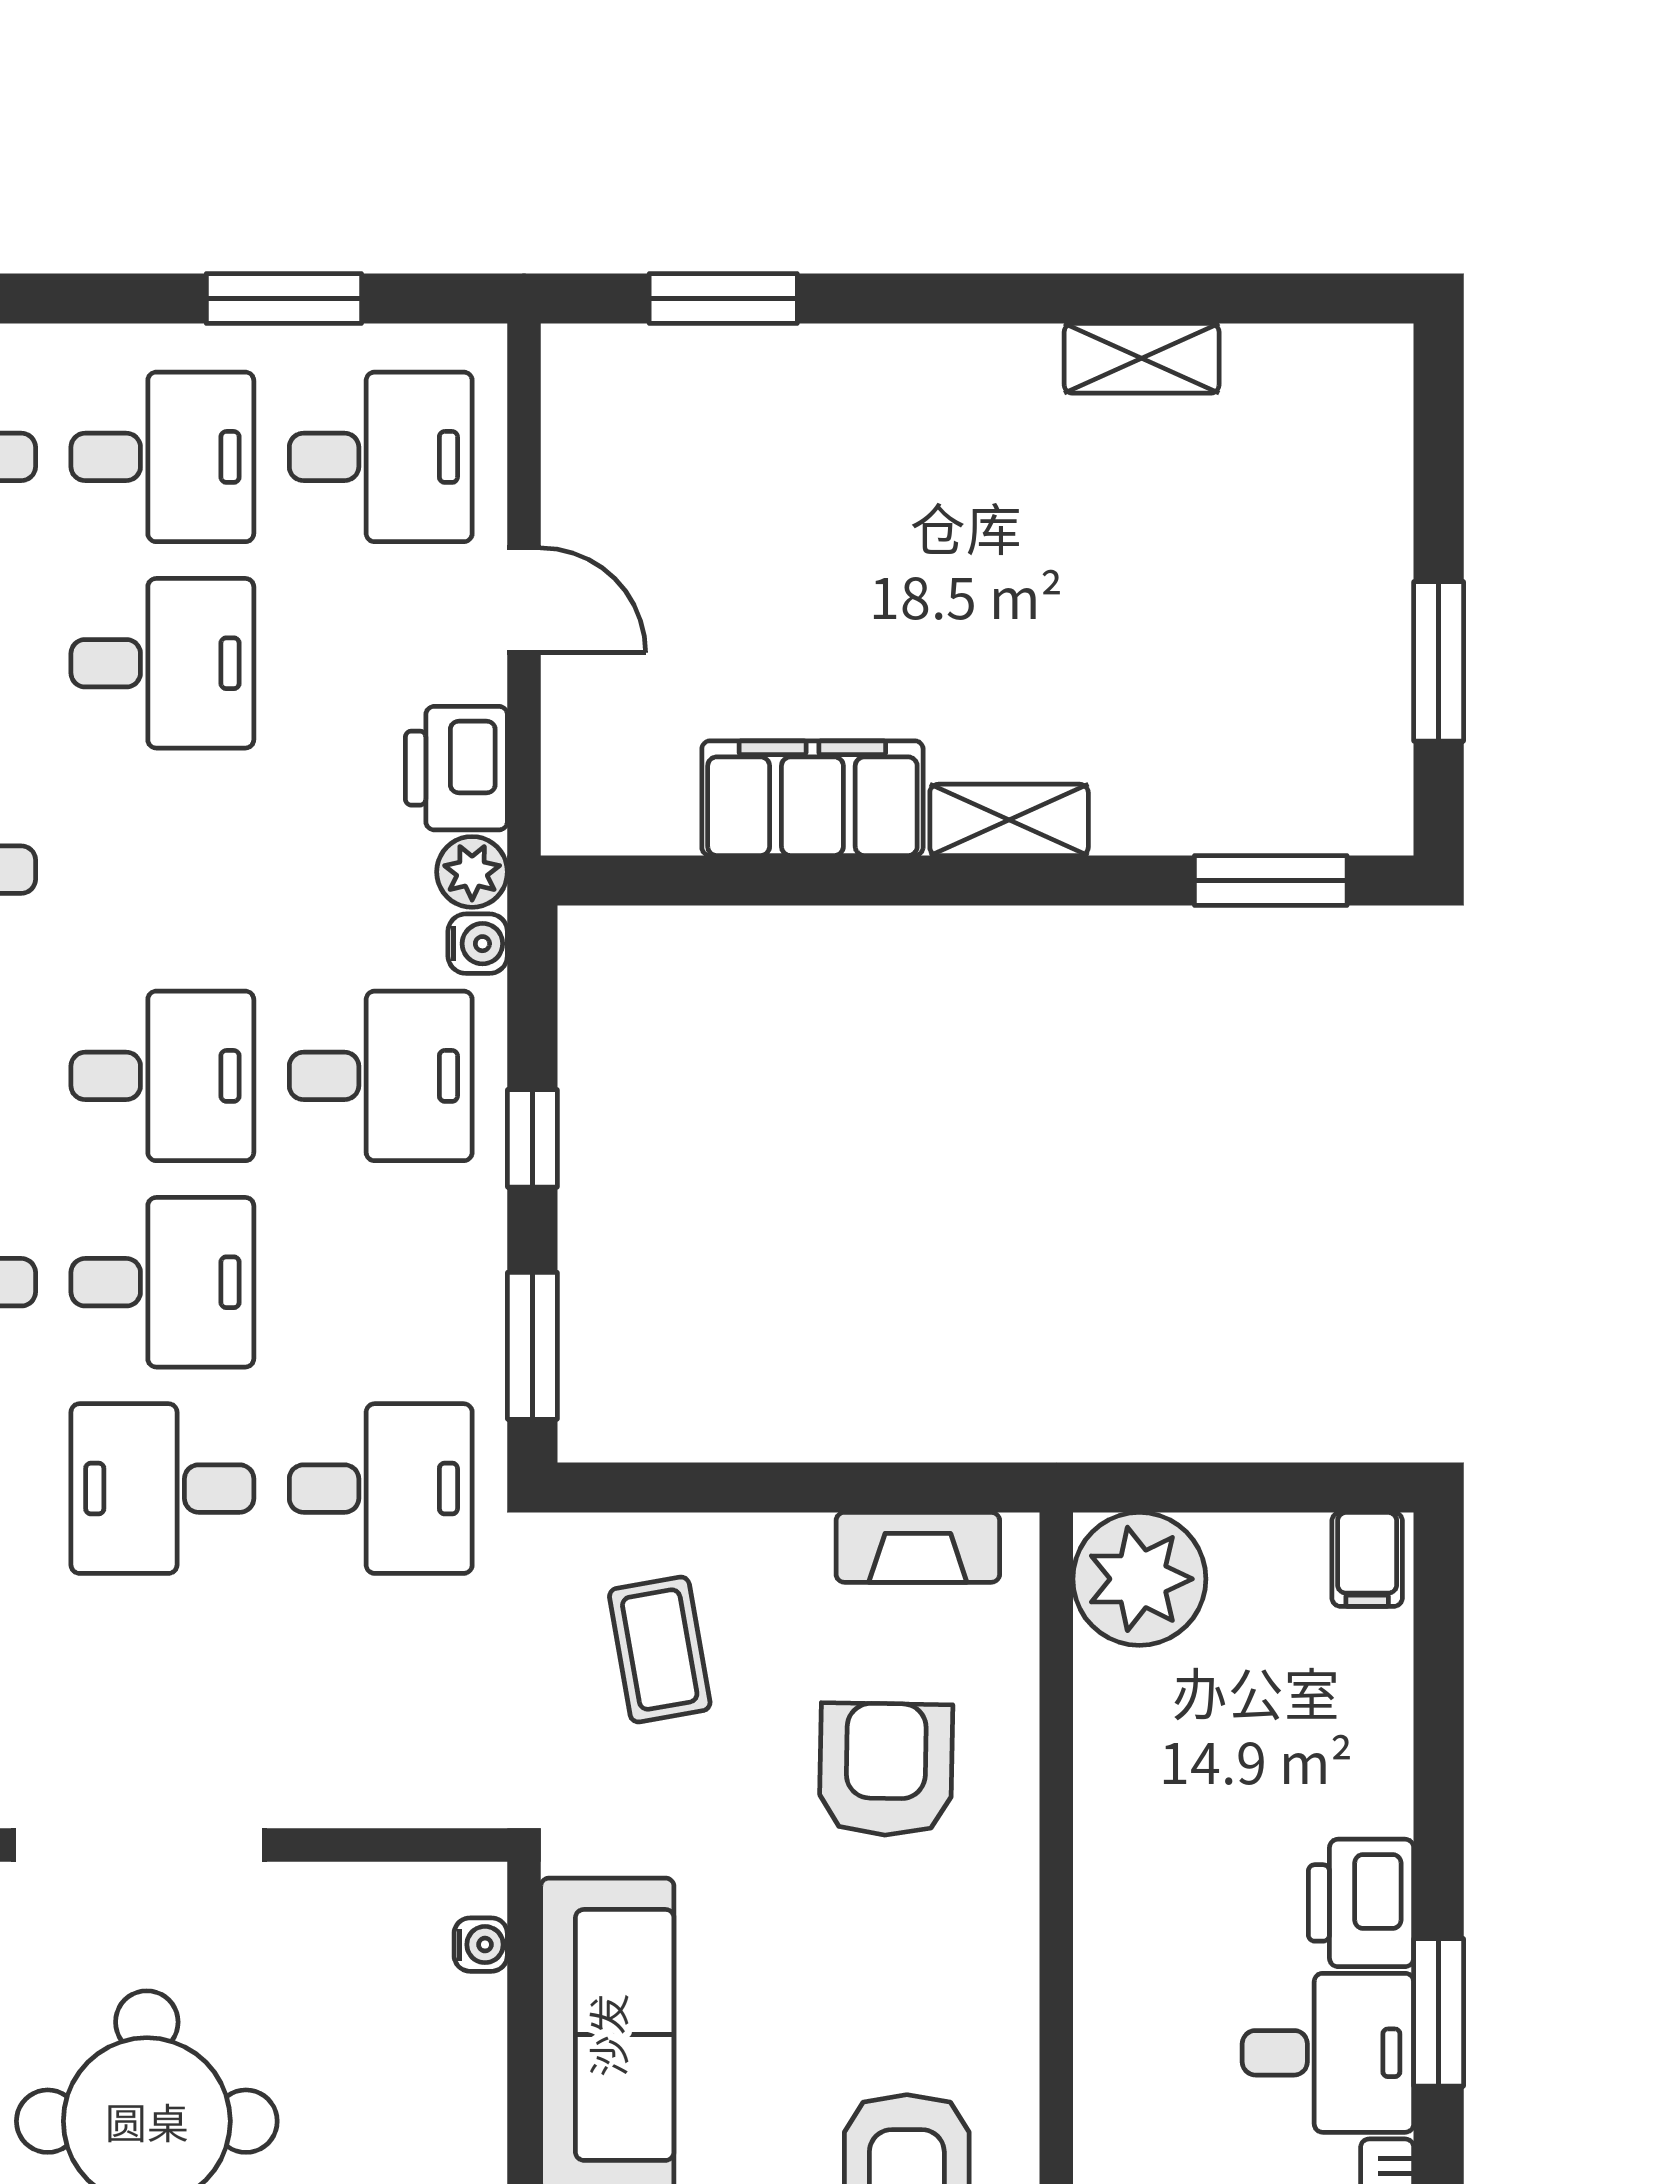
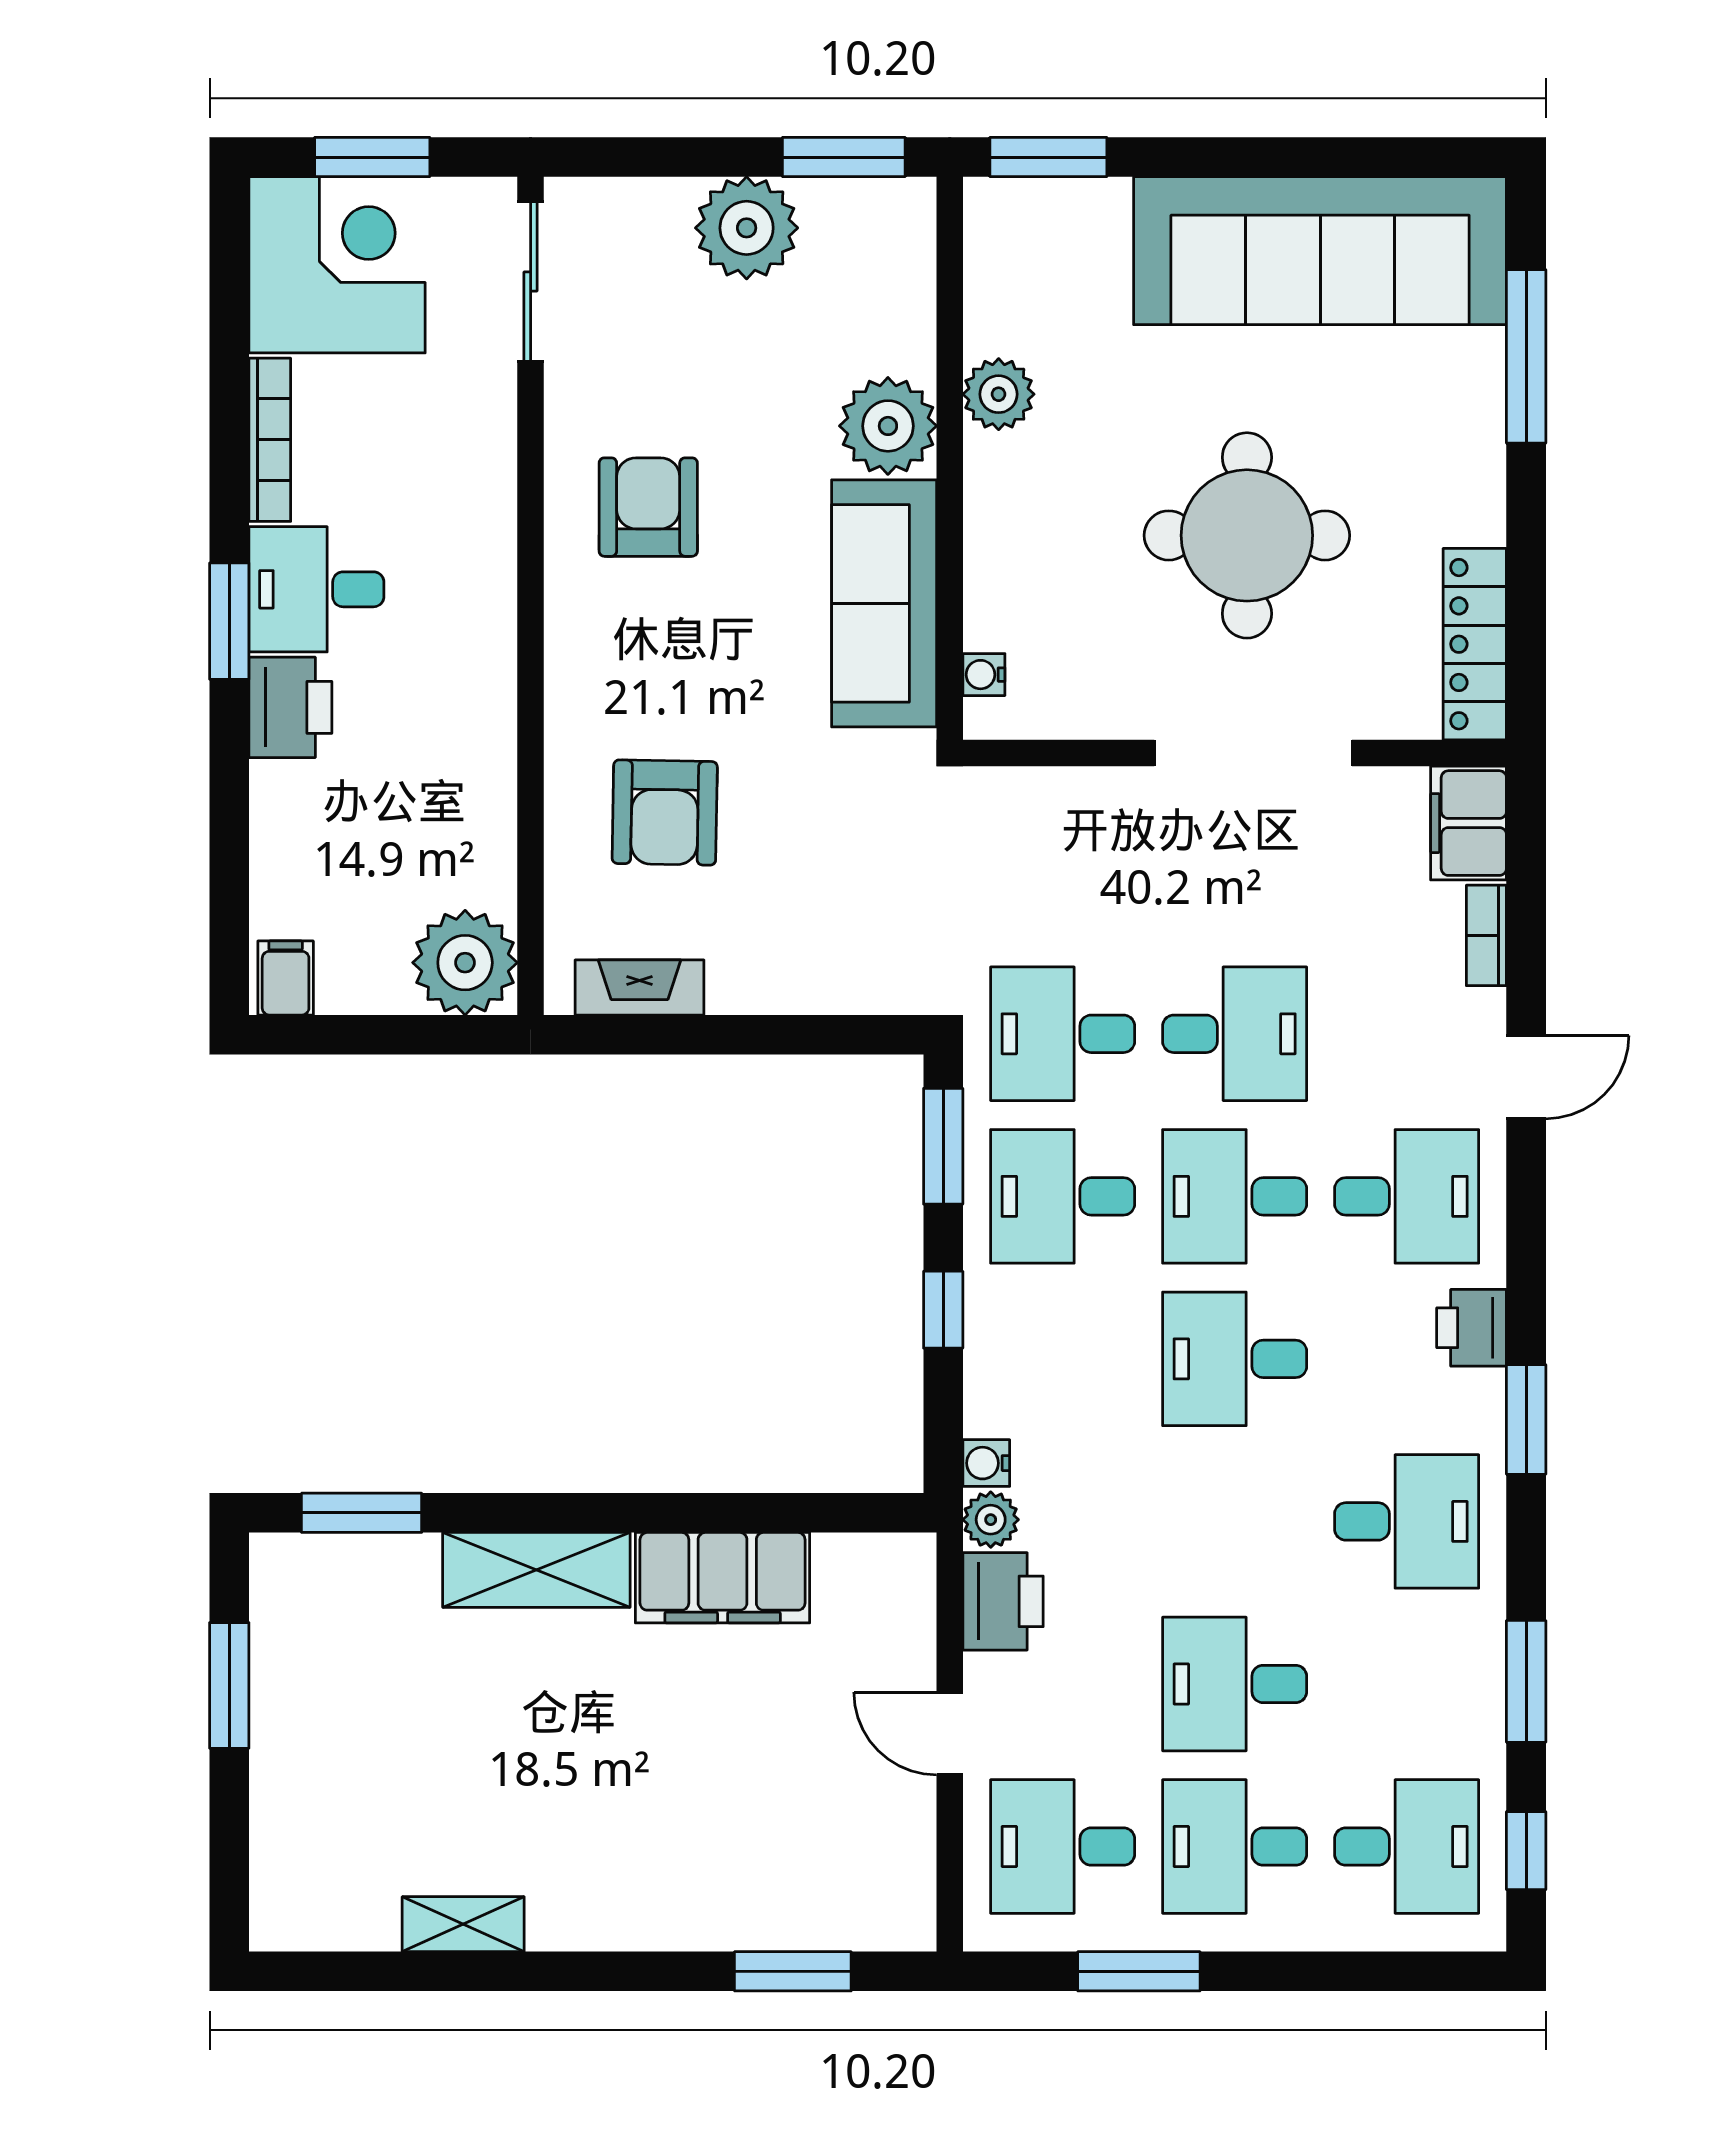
shelving: (1009, 820) -> (536, 1570), width x1.50, depth x1.33
desk: (381, 1076) -> (1063, 1196), moved
coffee table: (660, 1650) -> (843, 907), removed

